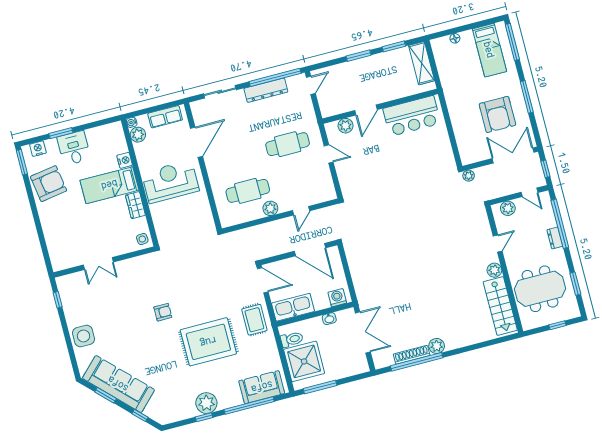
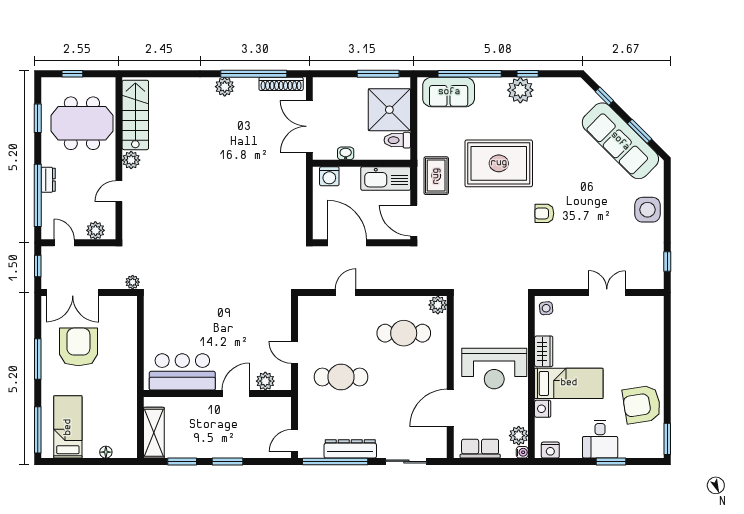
nightstand: (38, 149) -> (550, 450), moved
plant: (270, 208) -> (438, 305), moved
shoe rack: (412, 355) -> (281, 84), moved

